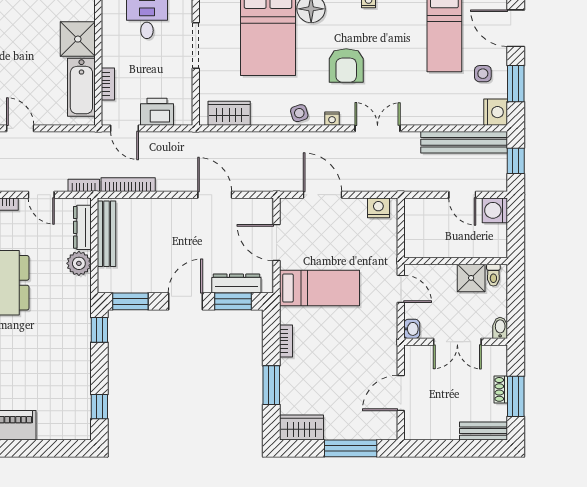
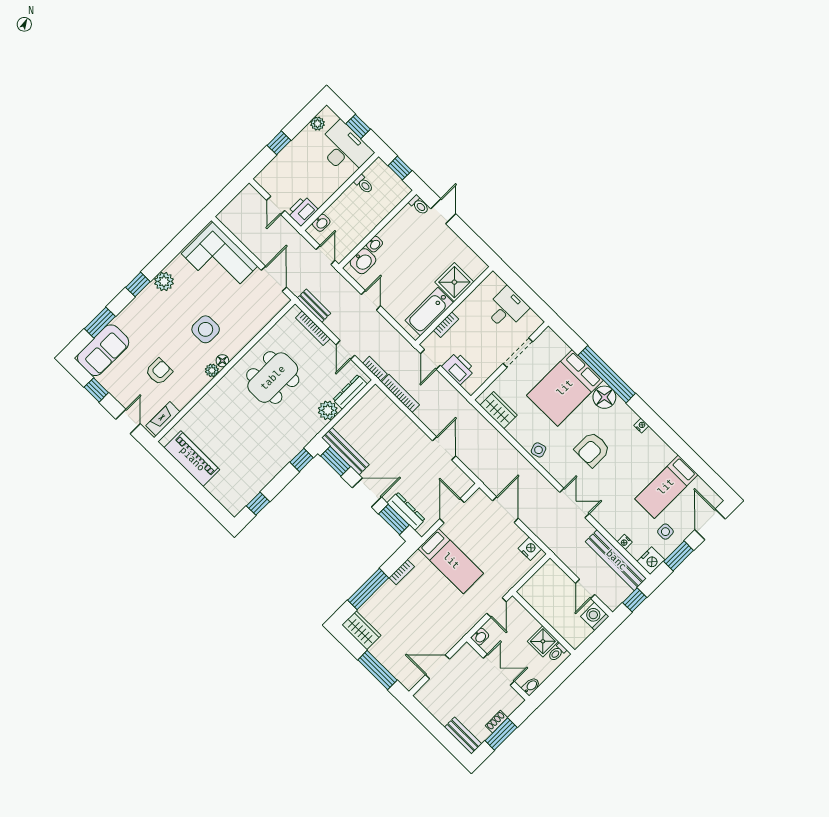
nightstand: (332, 119) -> (625, 542), moved
bench: (106, 234) -> (345, 451), moved, turned 90
double door: (457, 342) -> (499, 670), swing flipped
window: (271, 385) -> (368, 589), width x1.44

